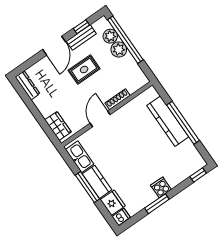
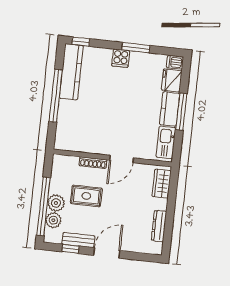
rug: (84, 69) -> (86, 196), moved
dresser: (28, 85) -> (159, 226), moved
kitchen counter: (168, 121) -> (71, 72), moved

